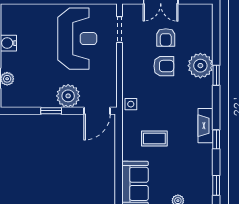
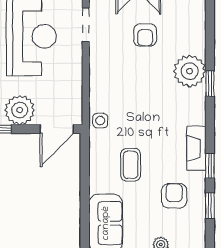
armchair: (164, 66) -> (174, 196), moved, turned -90
coffee table: (154, 138) -> (131, 165), turned 90
window: (216, 185) -> (210, 206), moved

